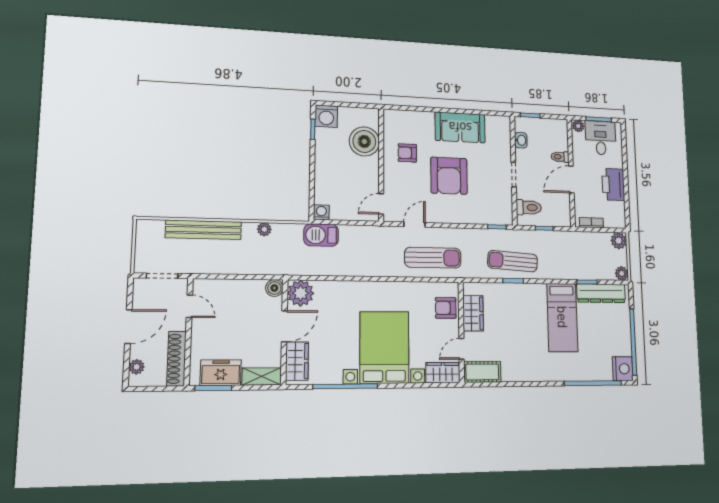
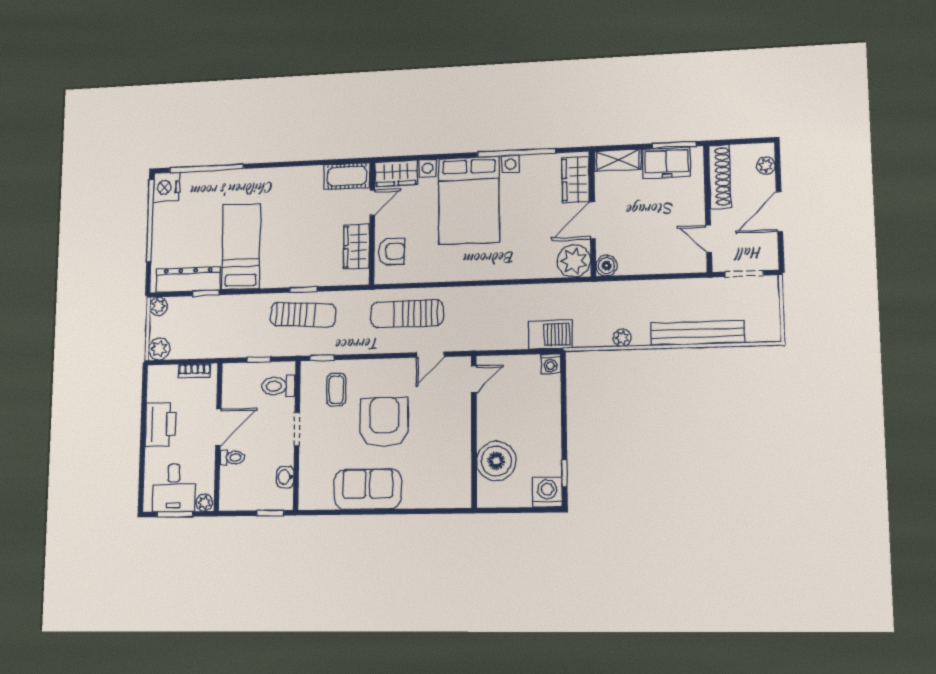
armchair: (407, 153) -> (439, 449), removed
coffee table: (485, 202) -> (336, 390), added

